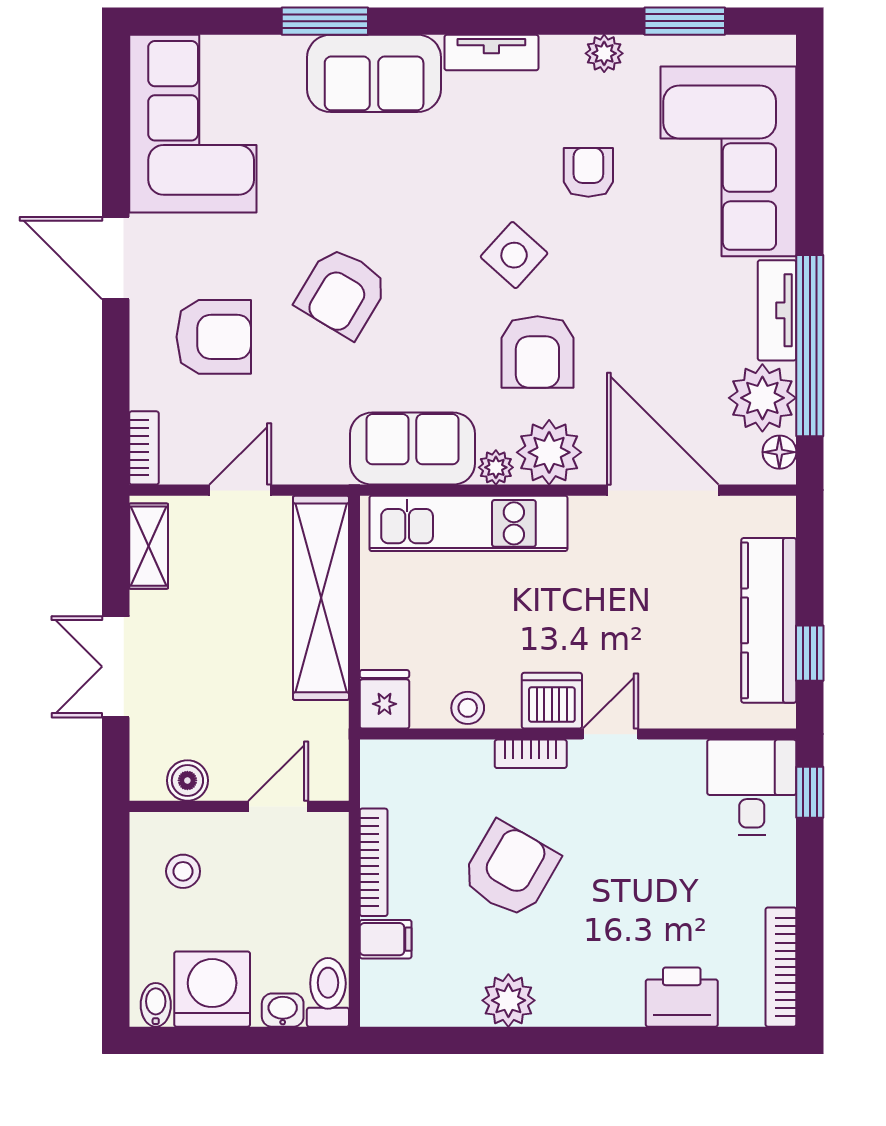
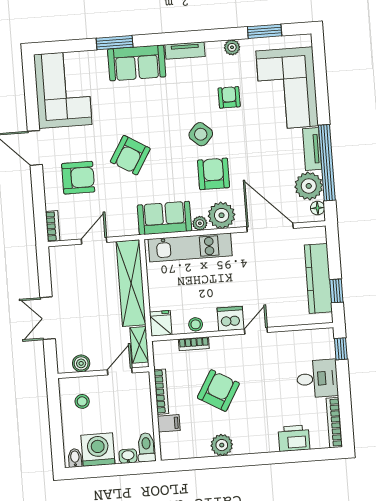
armchair: (537, 352) -> (214, 174), turned 180
shelving: (149, 546) -> (139, 345), moved
bookcase: (531, 754) -> (194, 344), moved
desk: (752, 787) -> (317, 379), moved, turned 90

